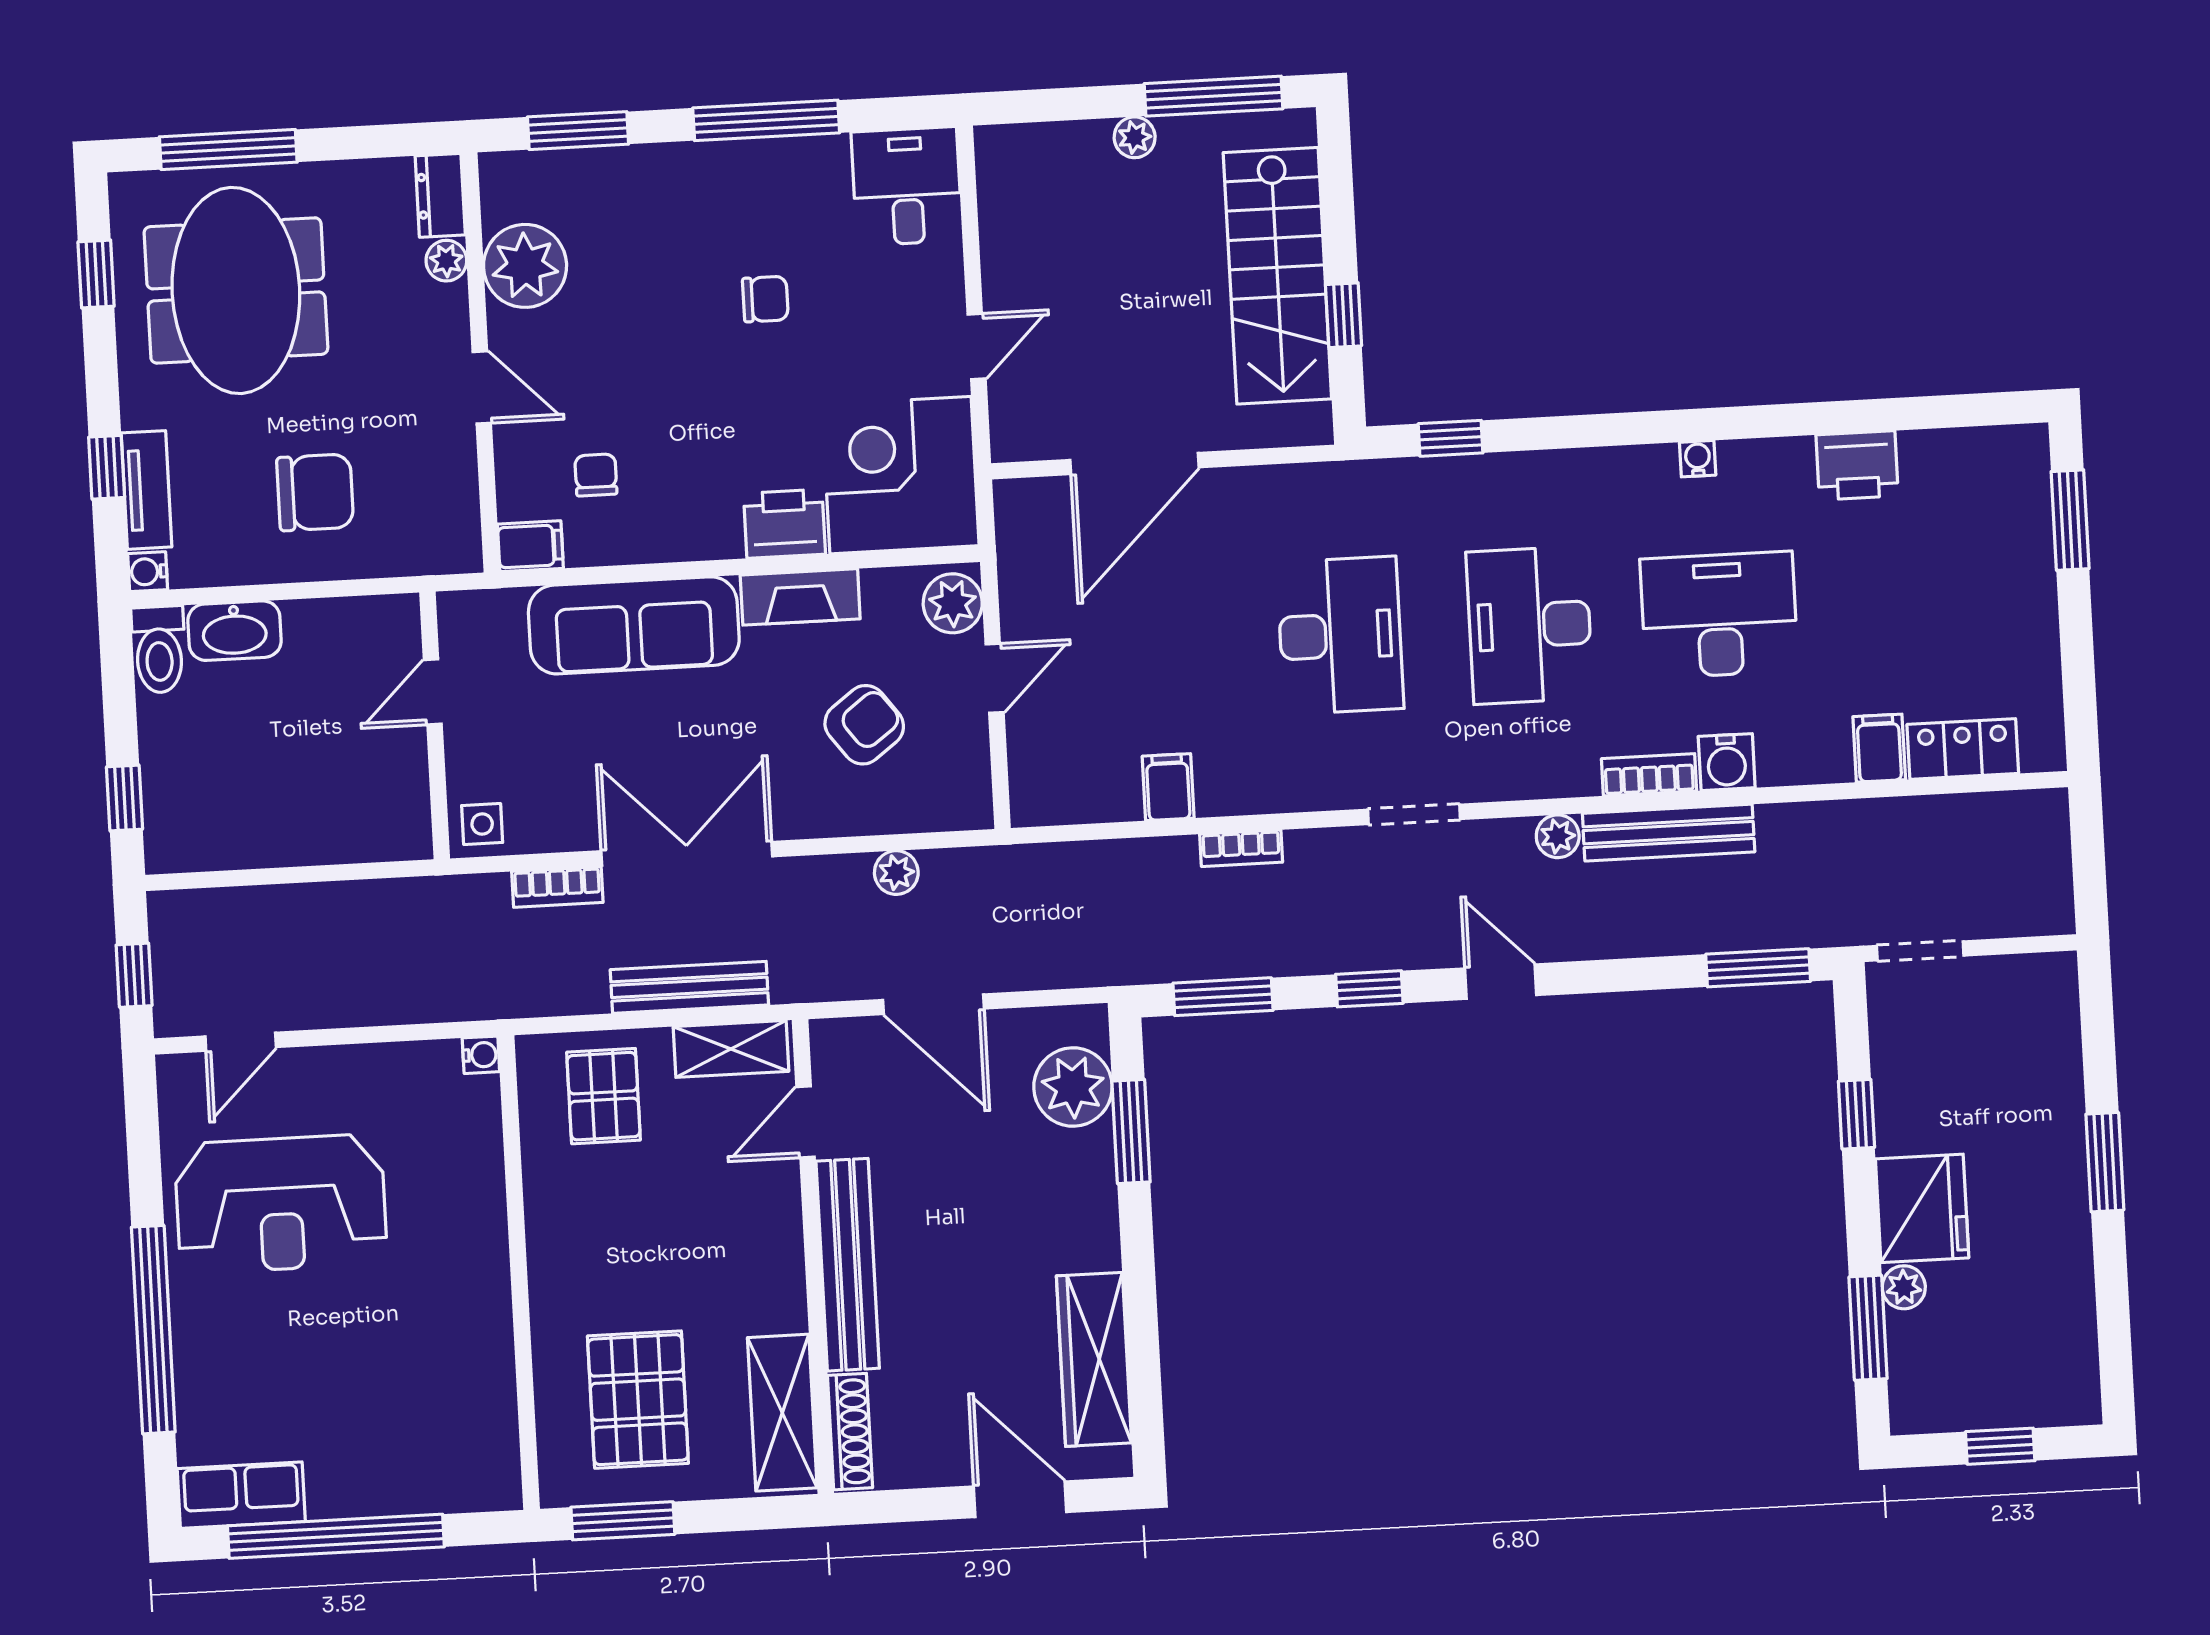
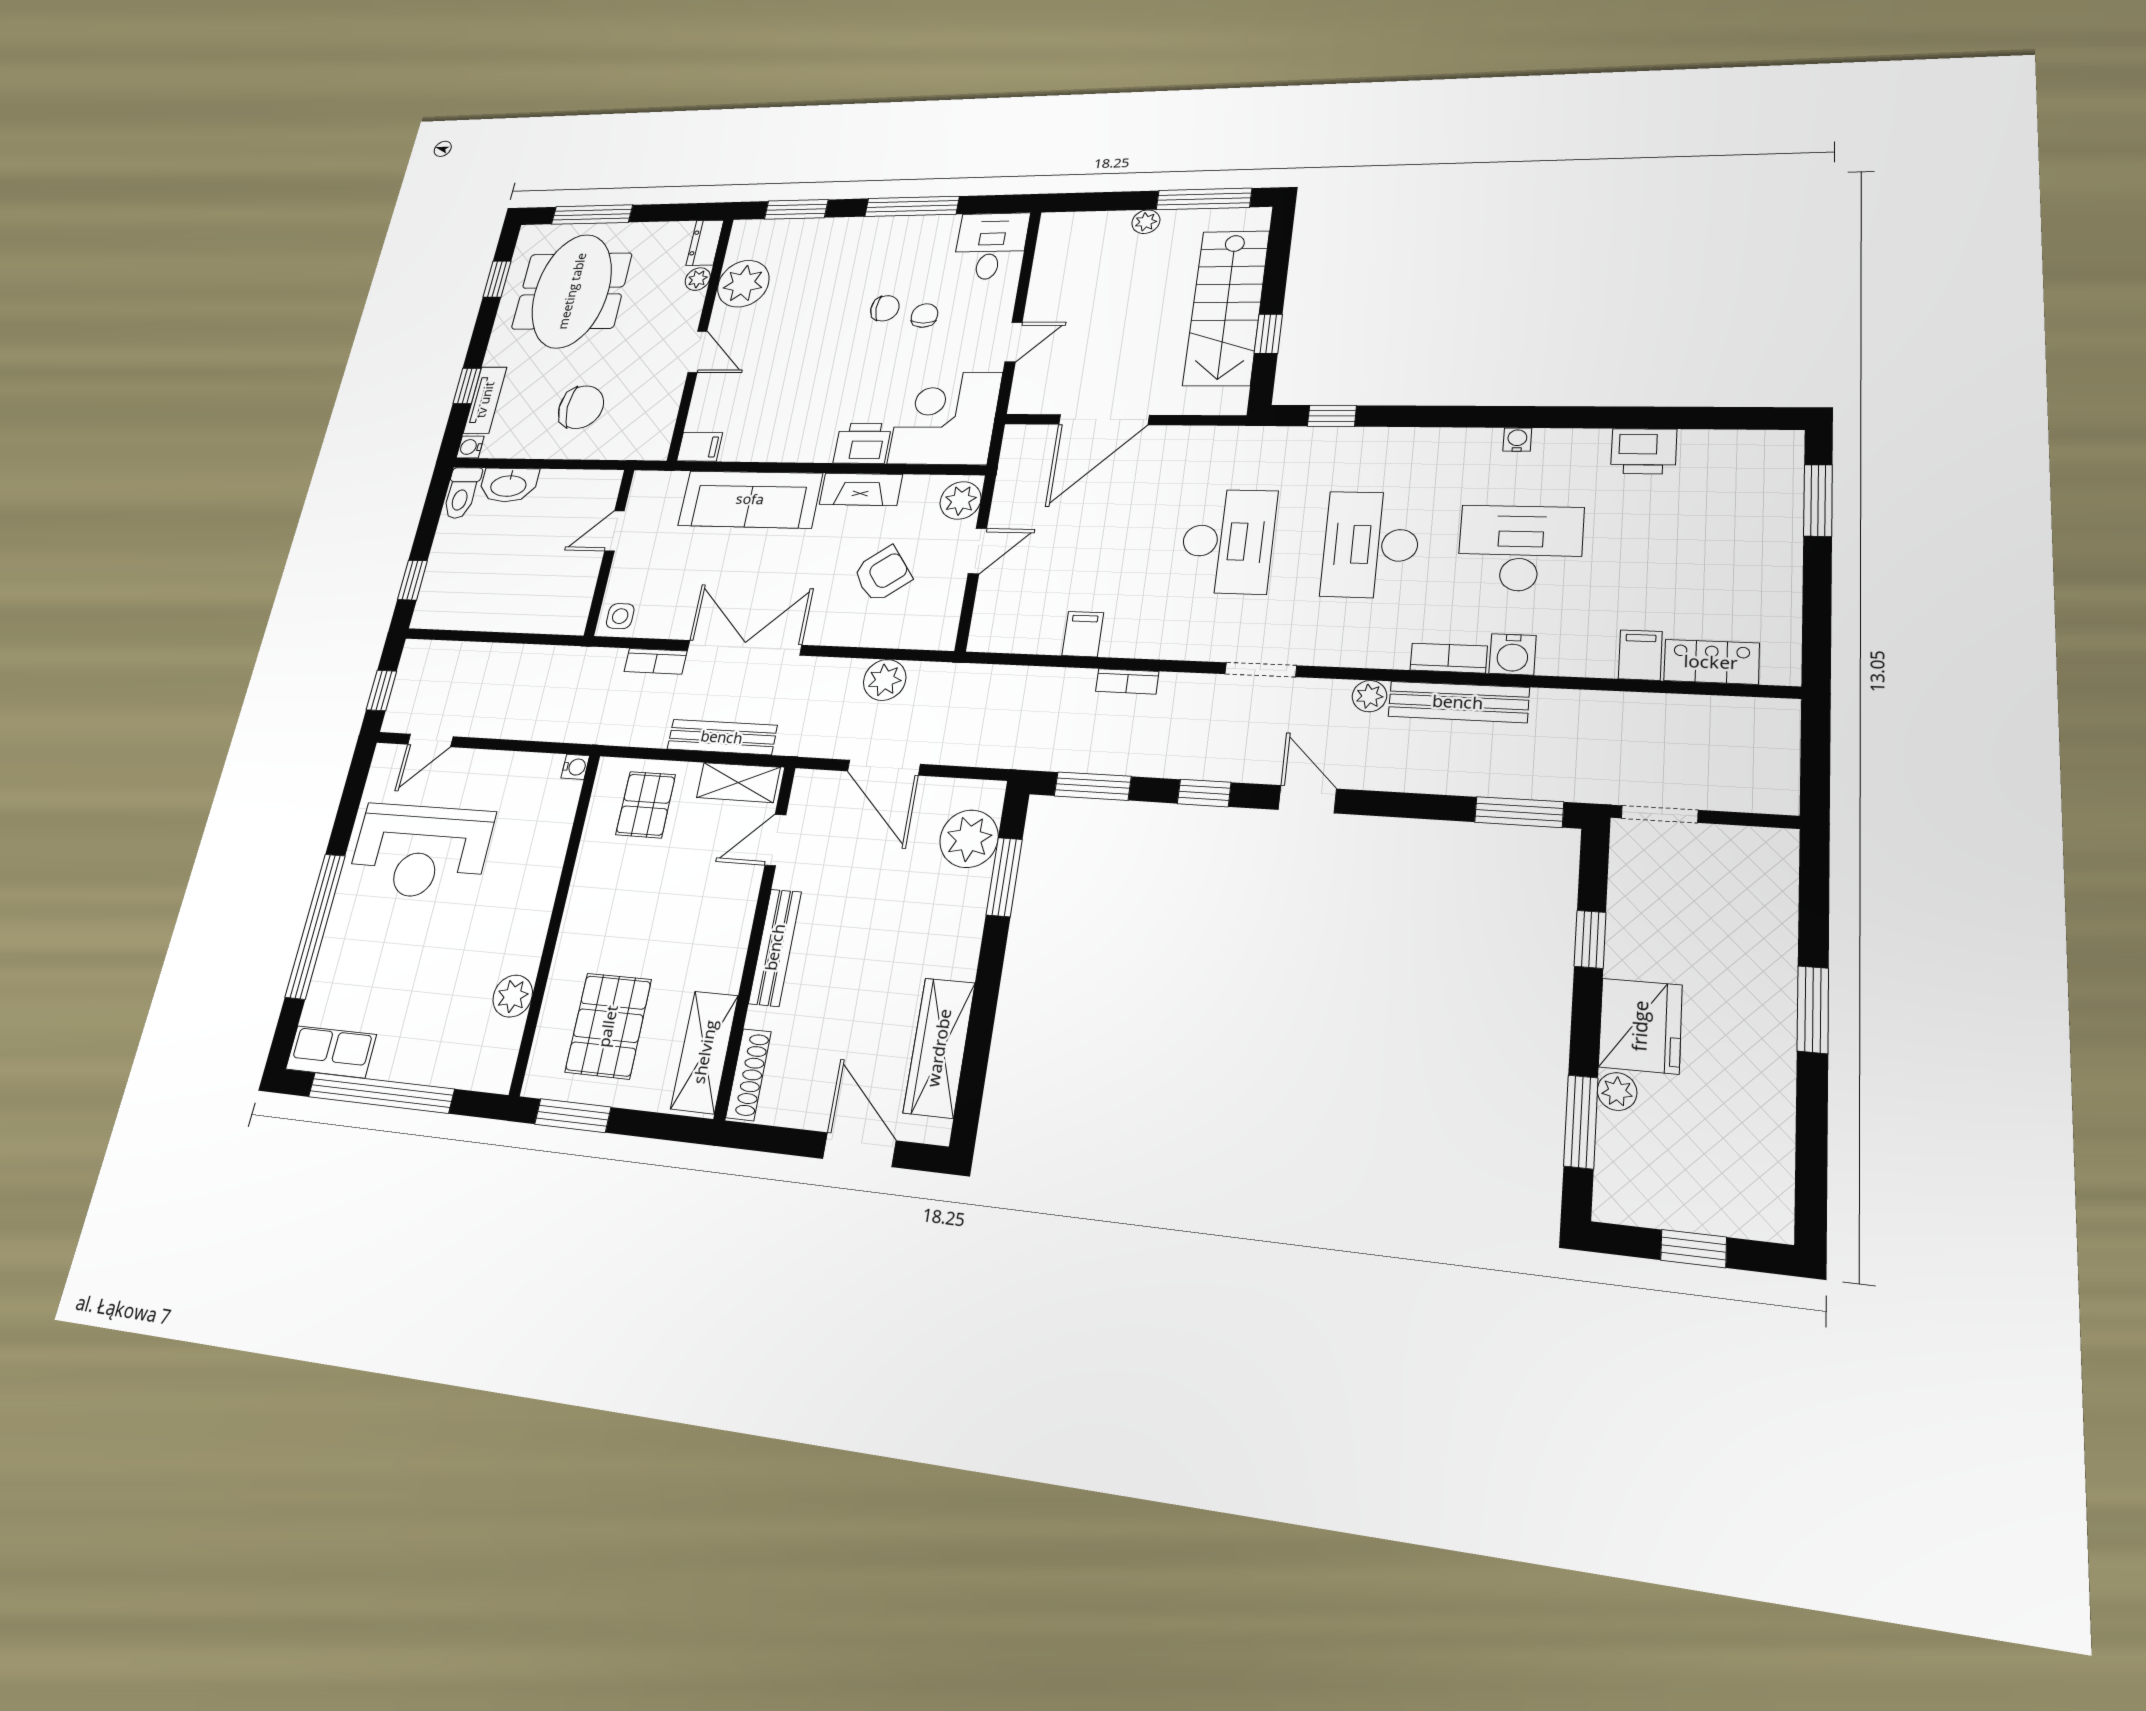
chair: (596, 475) -> (924, 315), moved
plant: (896, 873) -> (885, 680), width x1.38, depth x1.38
bench: (848, 1265) -> (775, 947), width x0.73, depth x0.82
plant: (488, 1382) -> (513, 996), added

